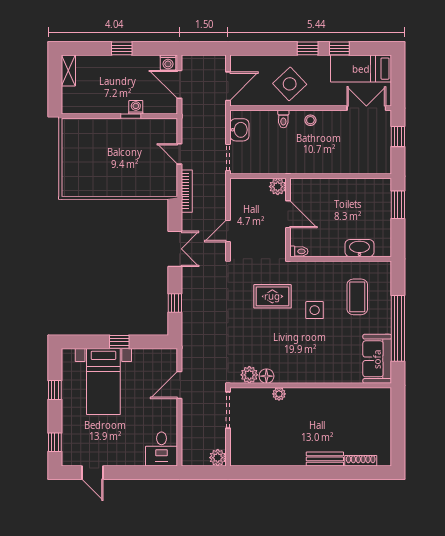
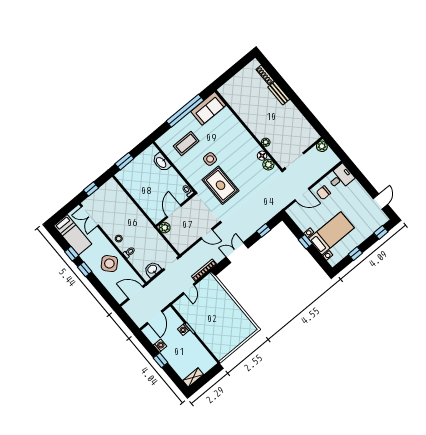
washing machine: (168, 62) -> (160, 346), moved
rug: (272, 296) -> (221, 185), width x1.36, depth x1.43
chair: (160, 413) -> (323, 193), added

